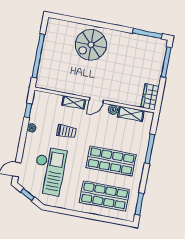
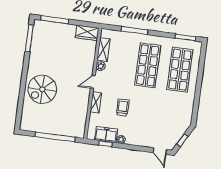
spiral stairs: (91, 45) -> (42, 89), turned 90
door: (96, 100) -> (93, 82), swing flipped
freezer: (38, 112) -> (106, 135), added
checkout: (49, 171) -> (160, 122), removed

